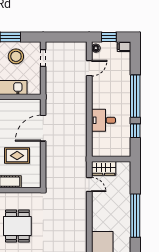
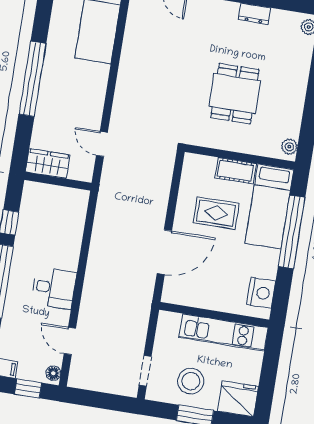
door: (89, 68) -> (70, 341), hinge flipped
desk: (103, 120) -> (54, 288), moved
wardrobe: (104, 168) -> (48, 164), moved

